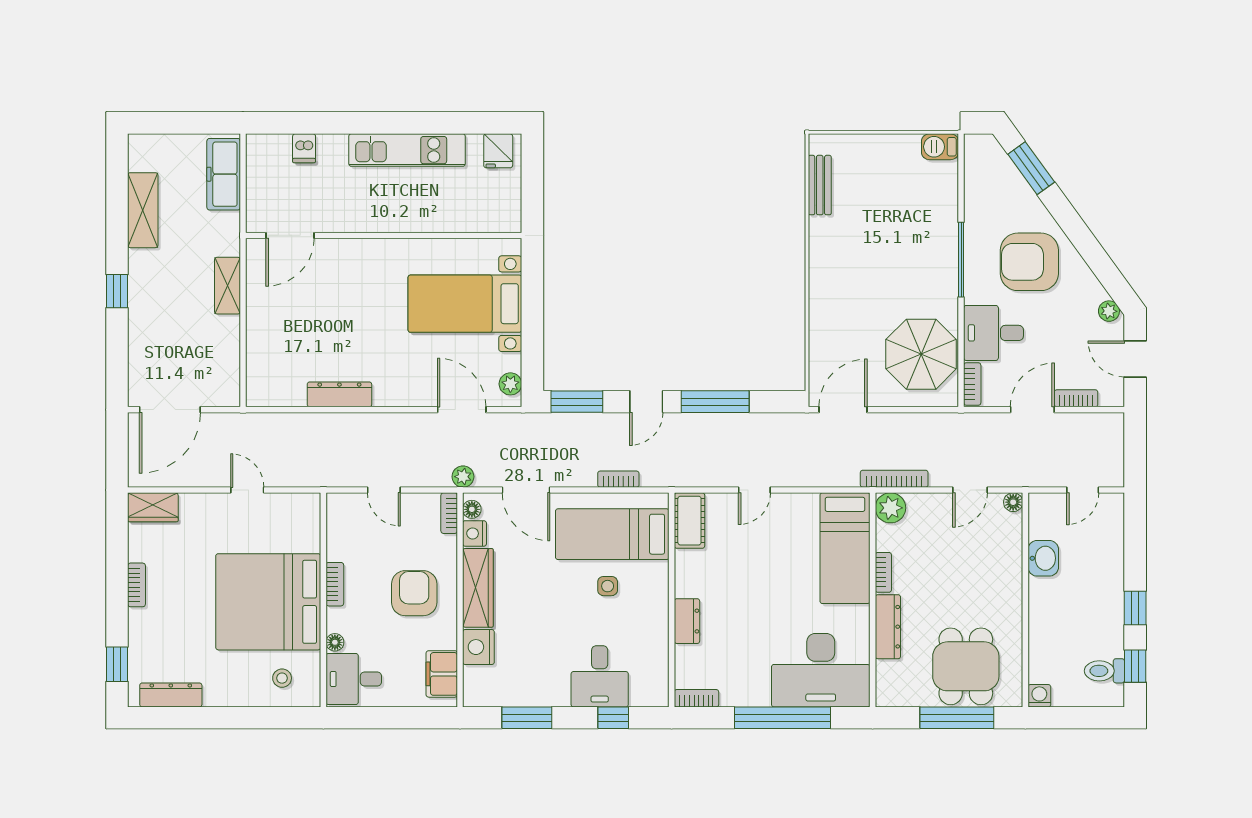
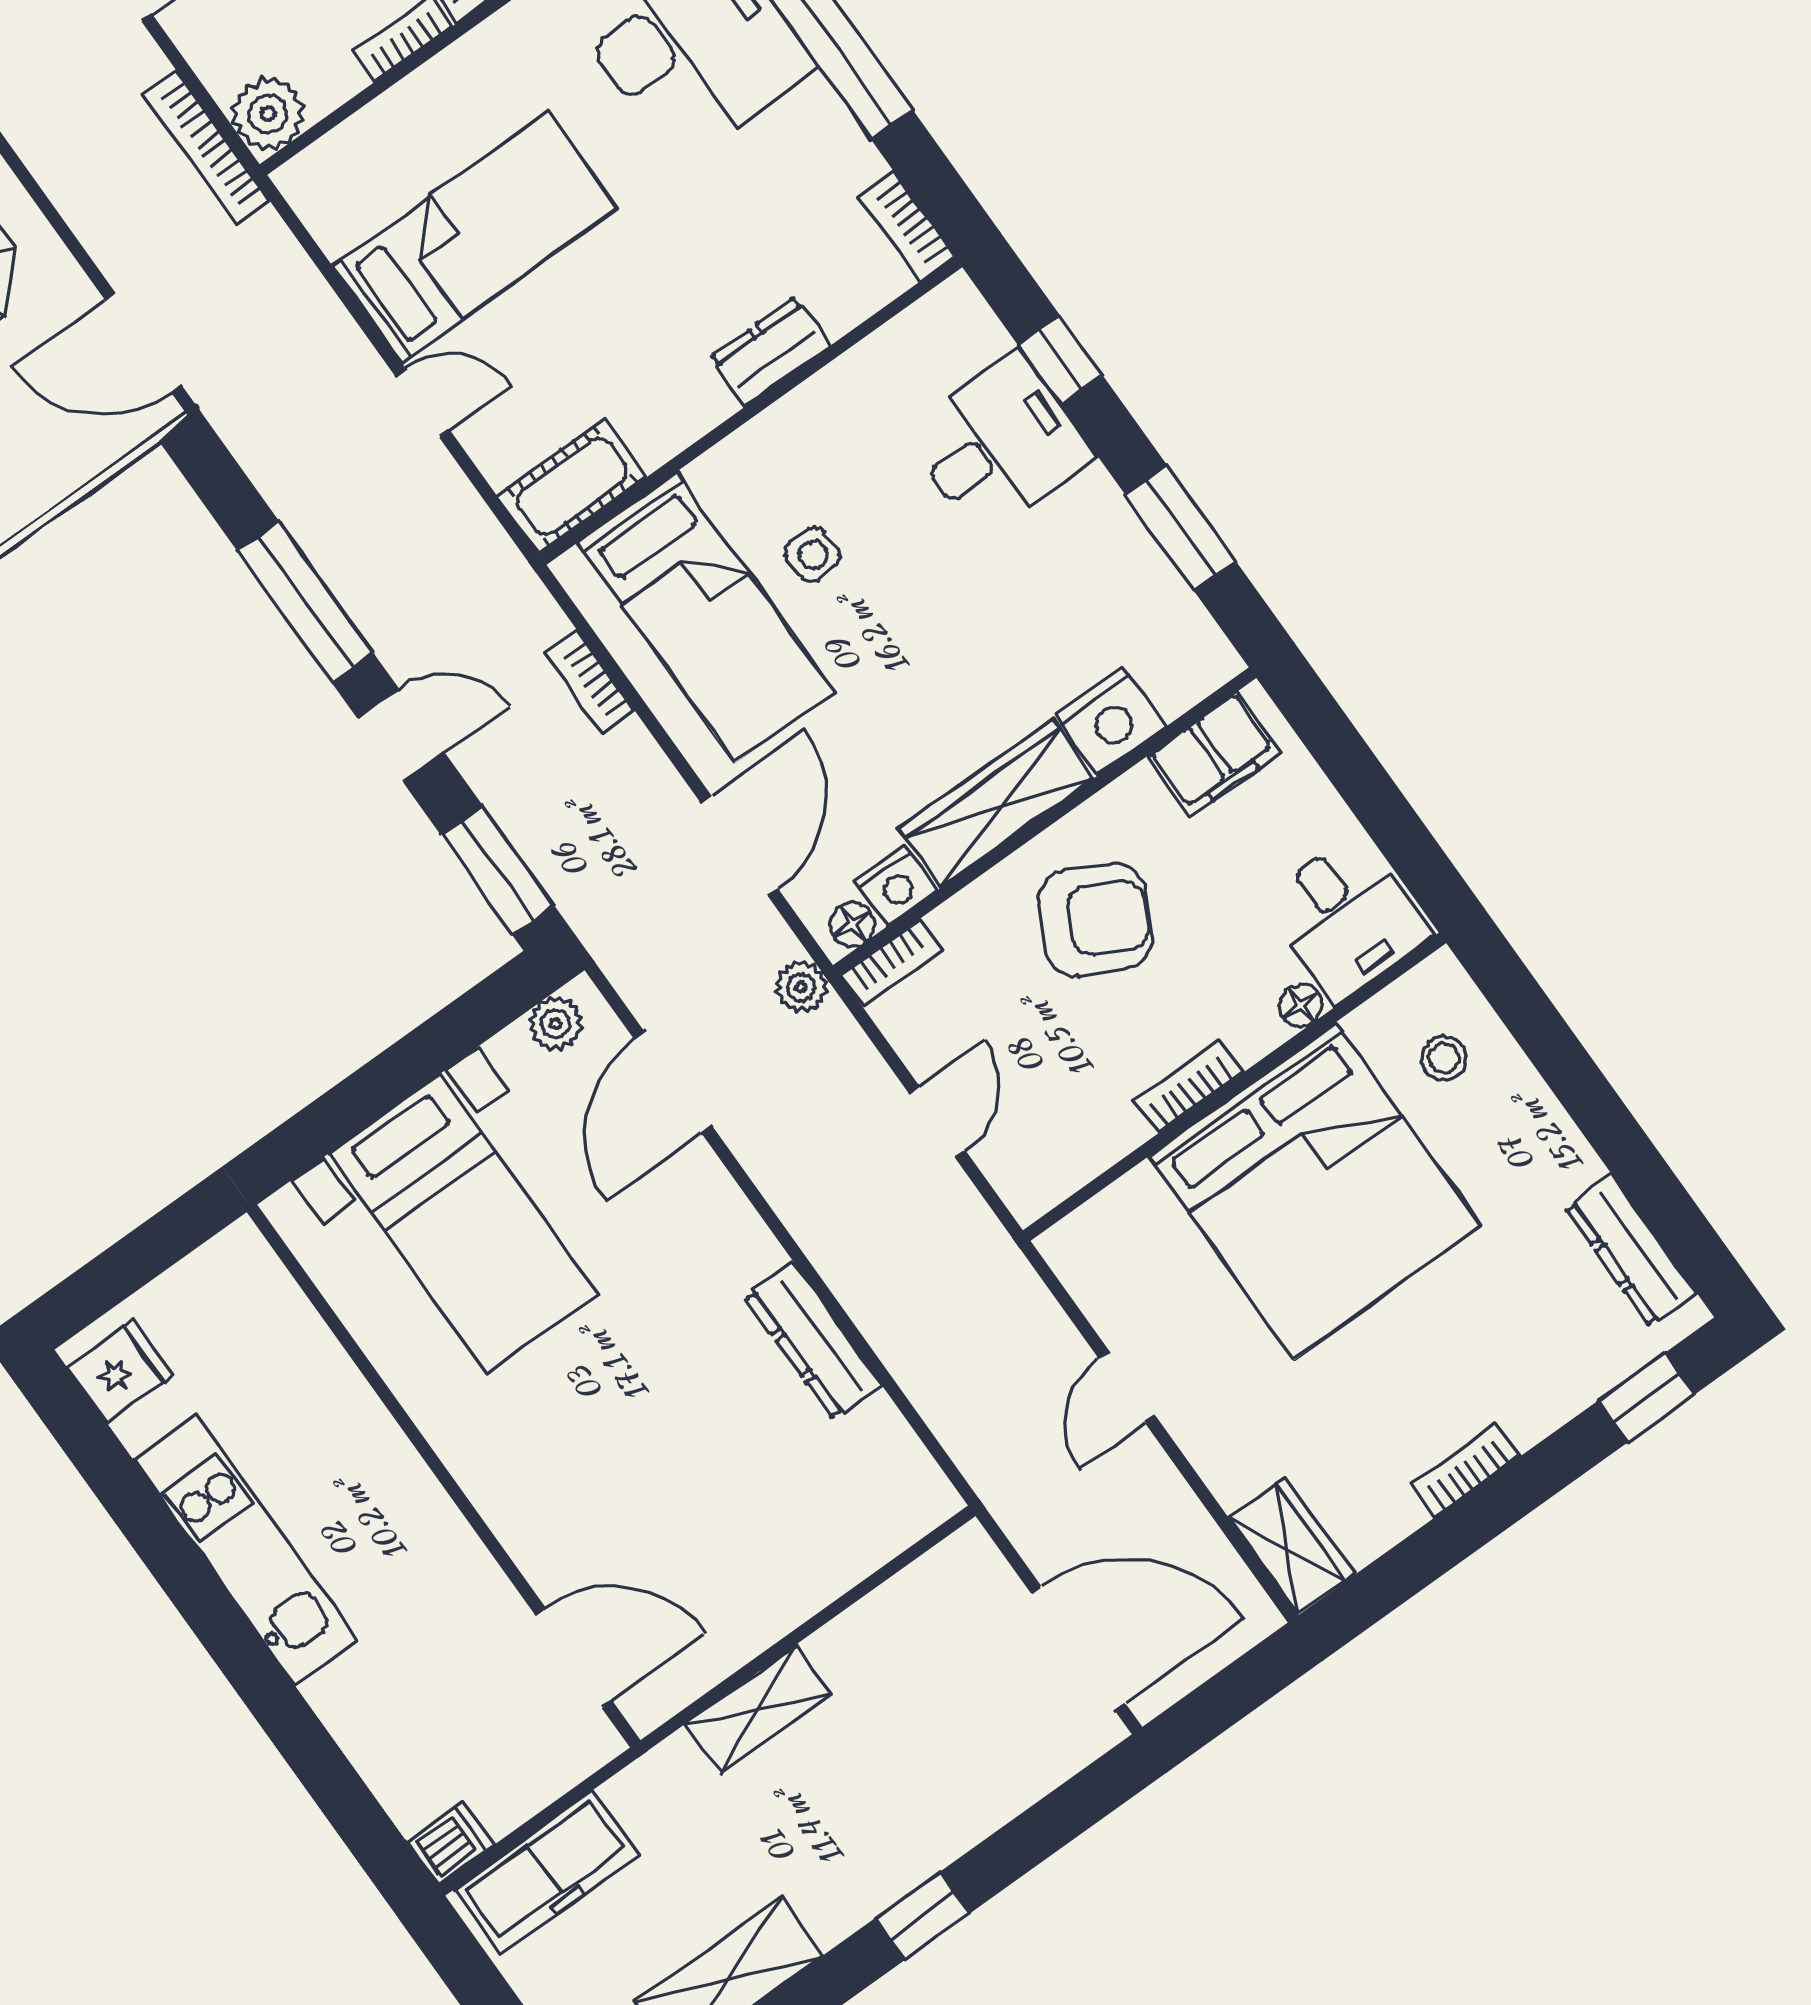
dishwasher: (304, 148) -> (450, 1843), moved
bed: (845, 548) -> (475, 237), moved
armchair: (414, 593) -> (1095, 920), turned -153

